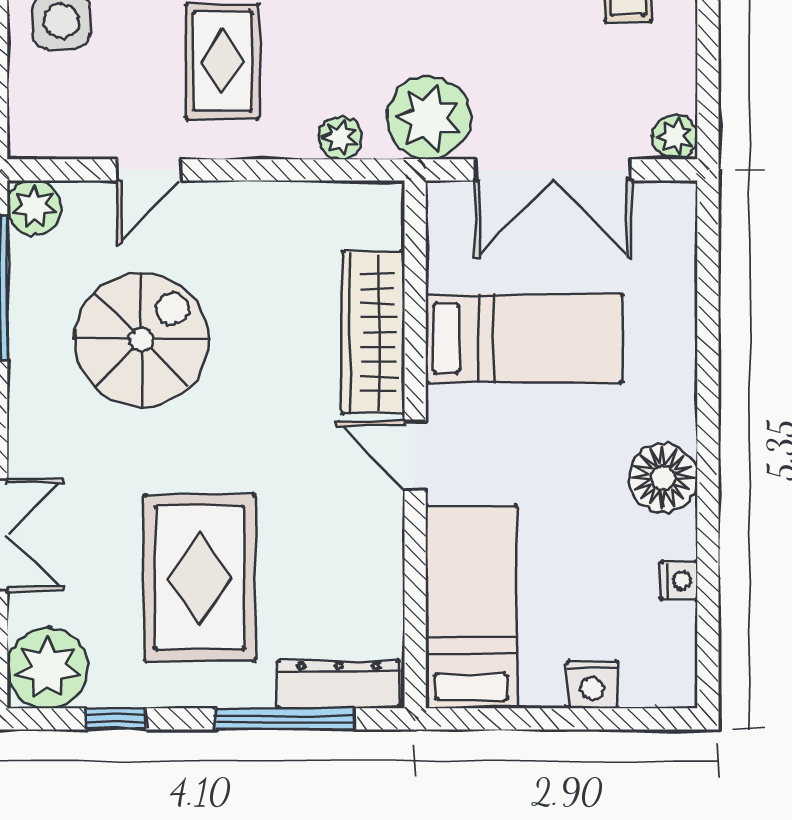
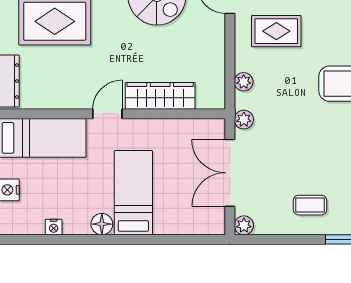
plant: (429, 118) -> (244, 120), width x0.53, depth x0.53
bed: (524, 338) -> (133, 193), moved, turned 180
floor lamp: (663, 478) -> (102, 224), width x0.73, depth x0.73

